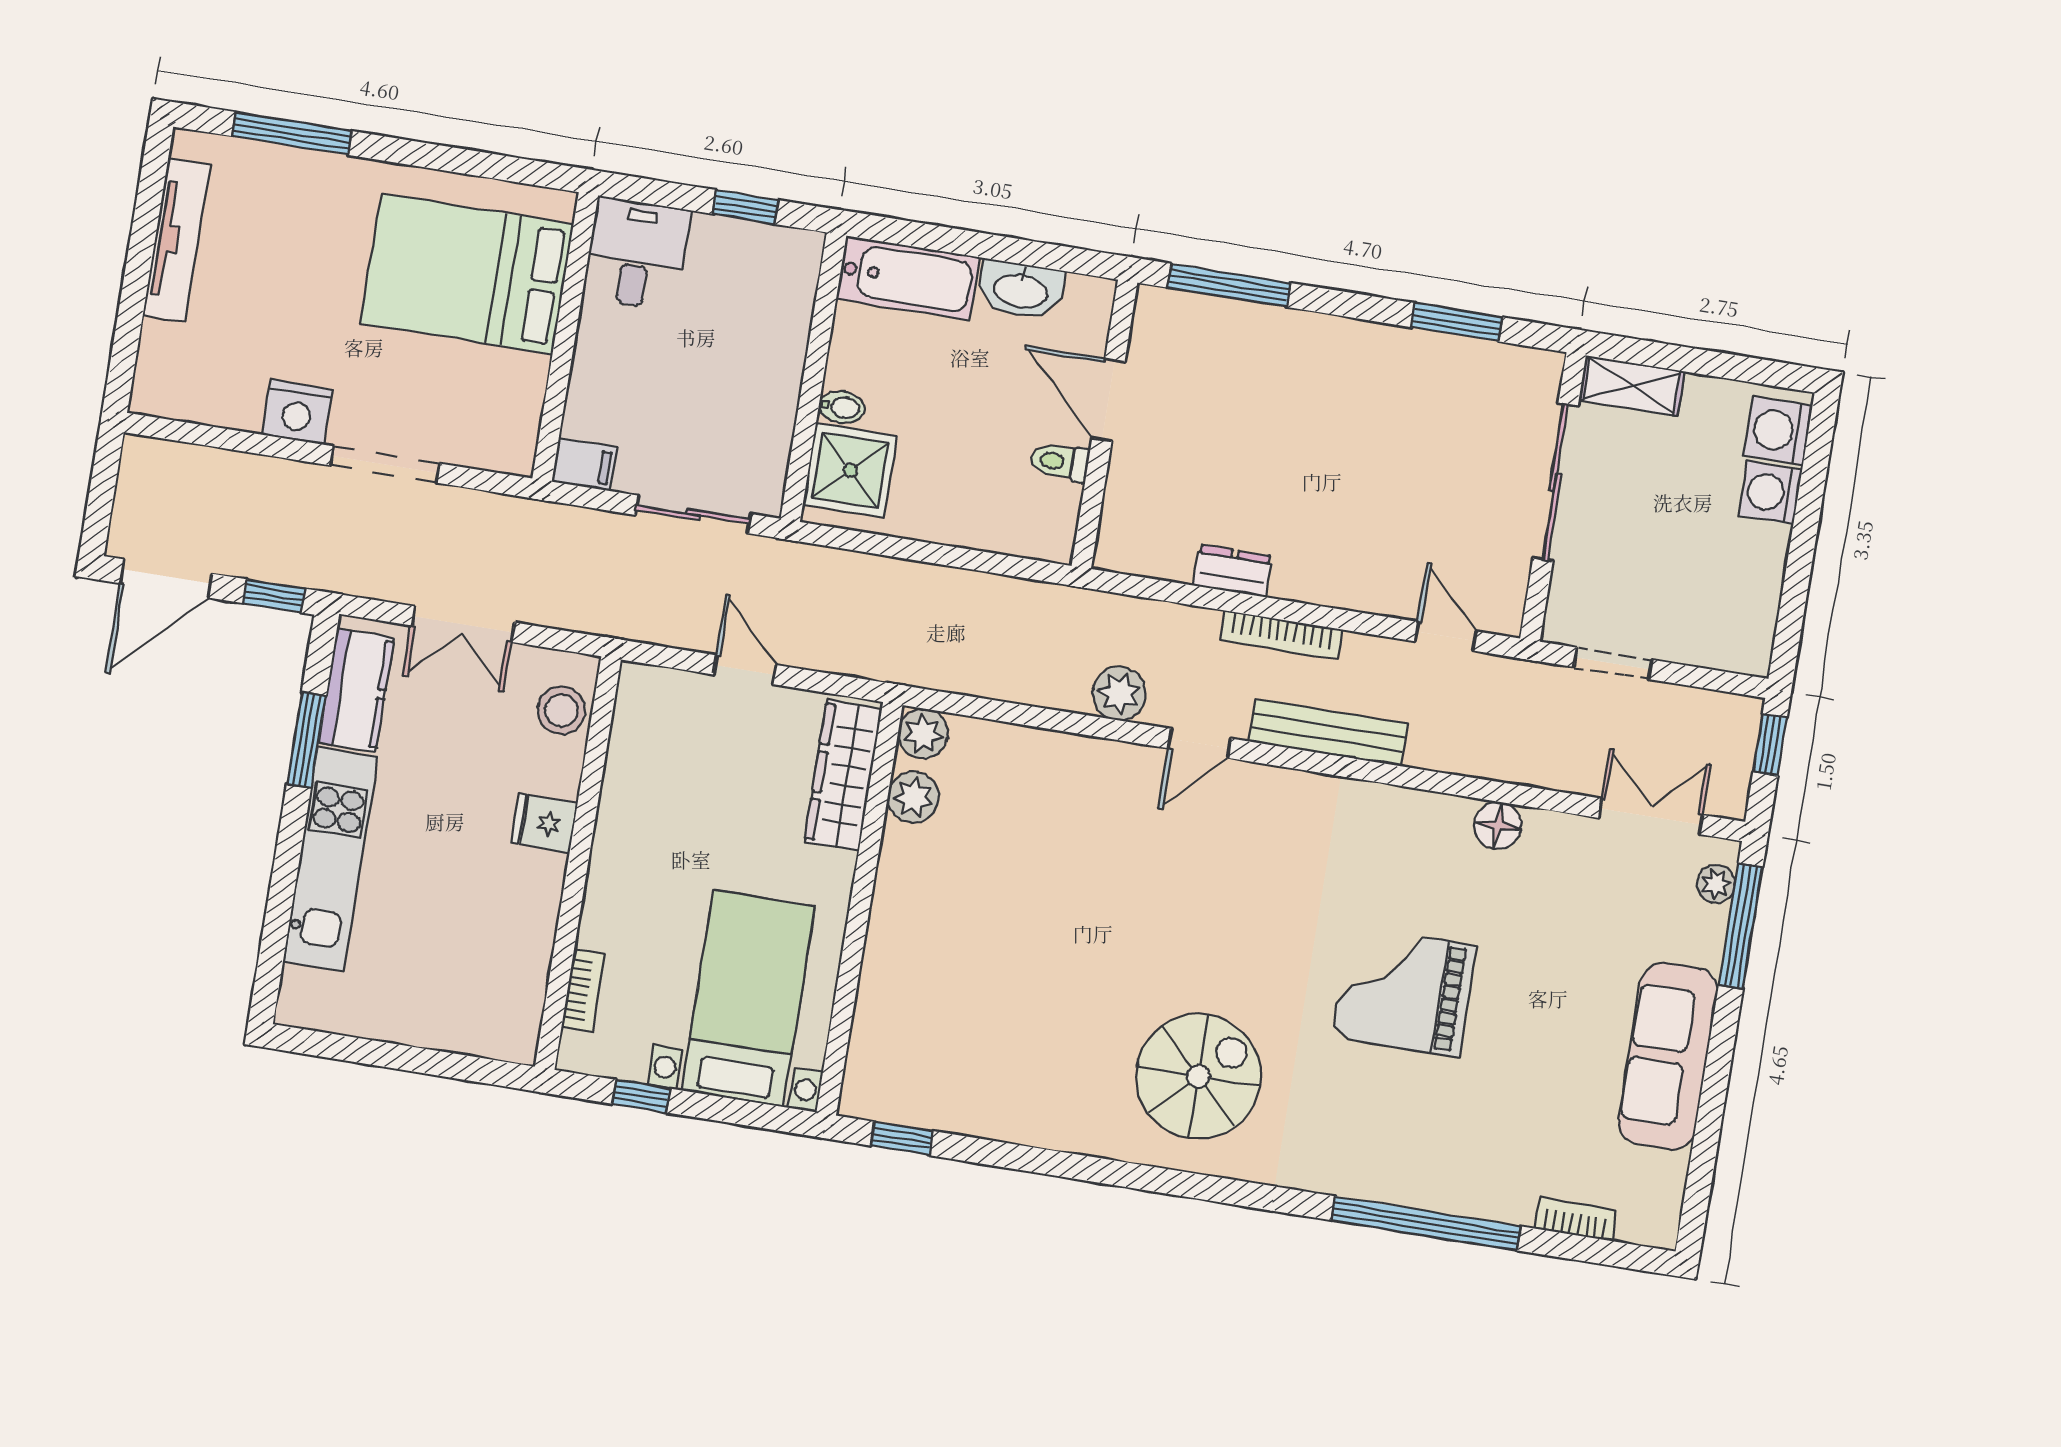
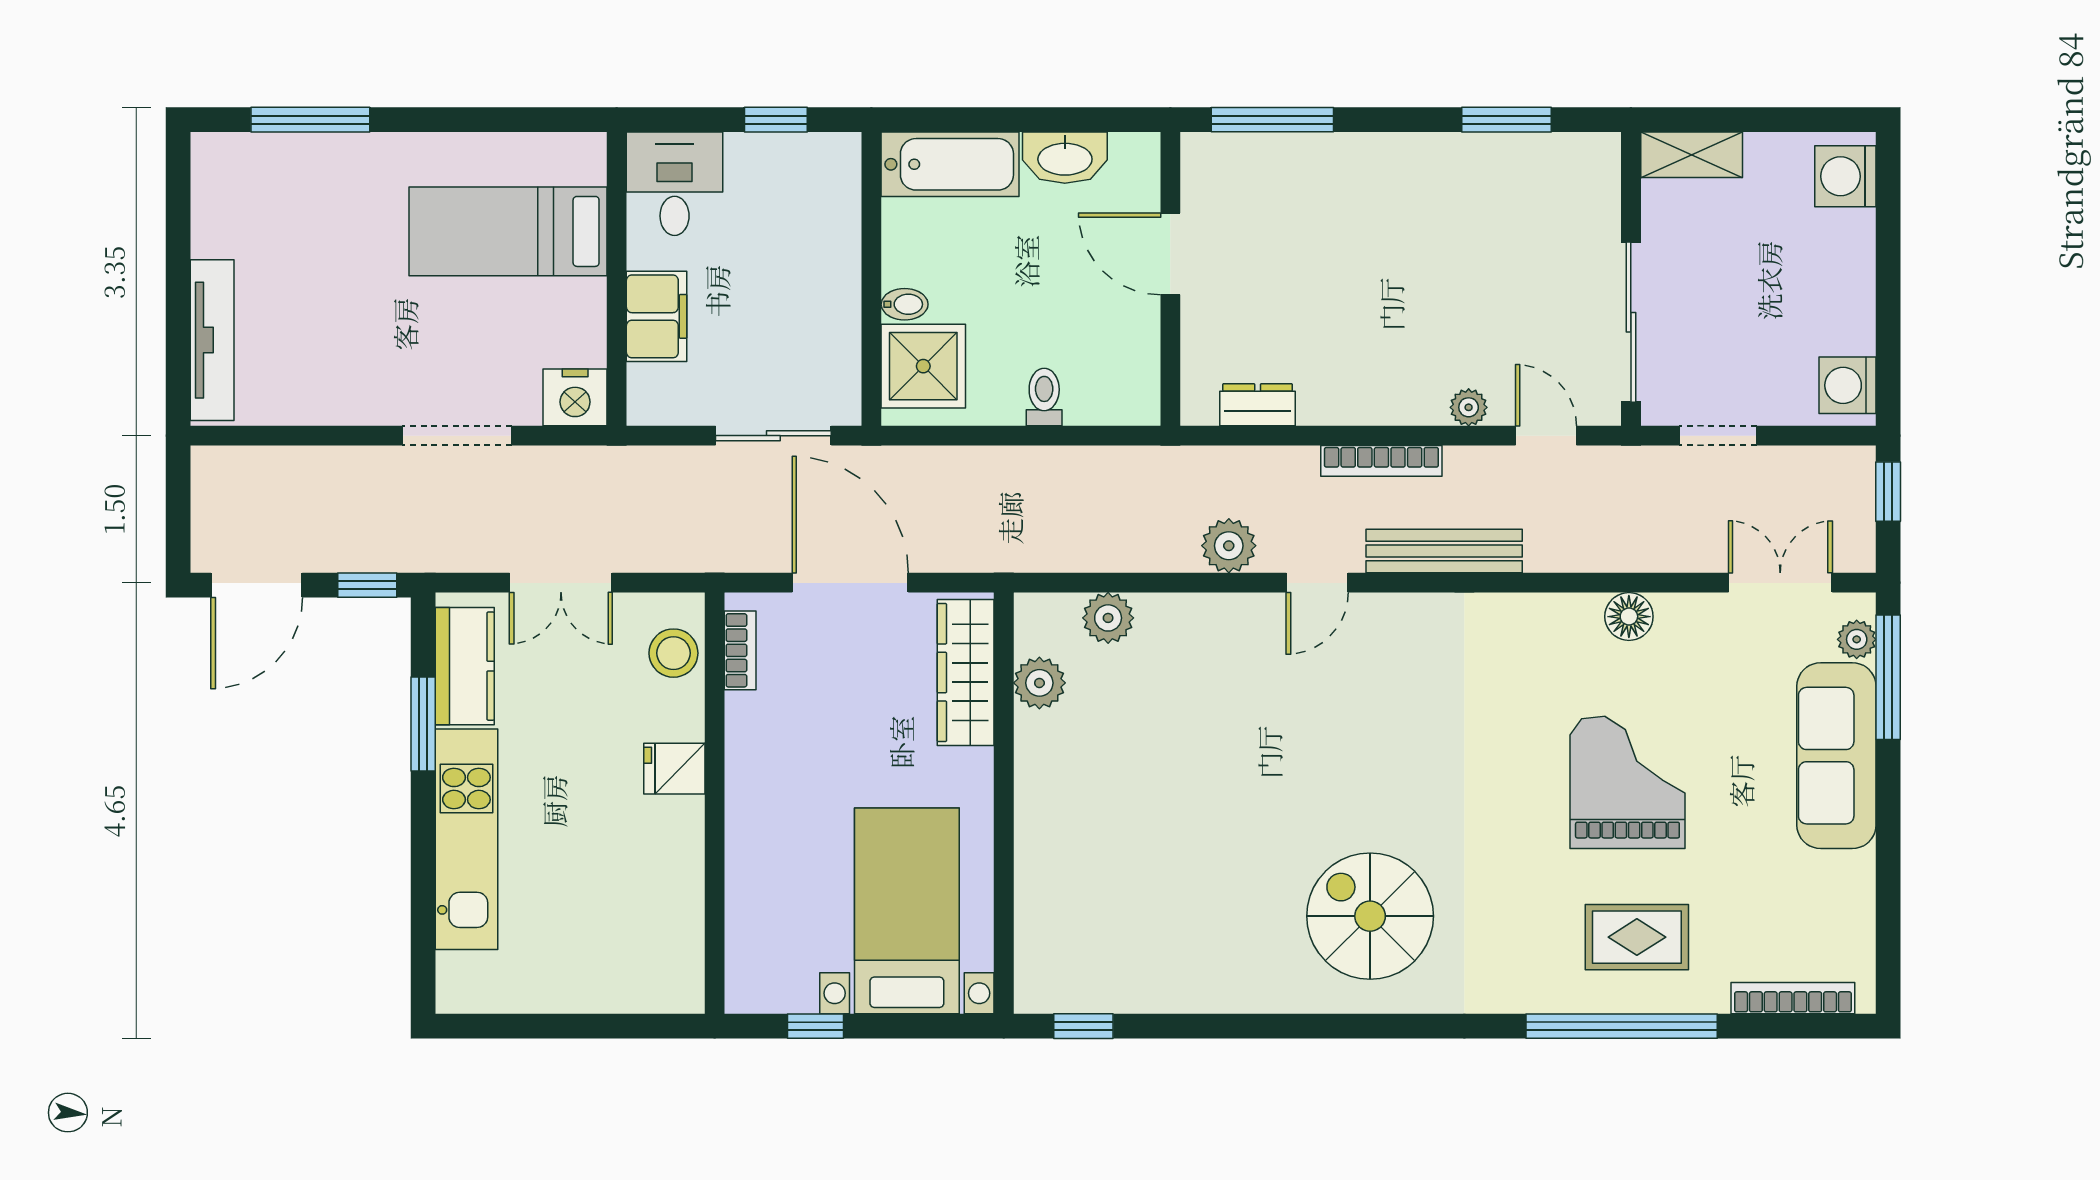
tv unit: (177, 240) -> (212, 340), moved
bed: (467, 274) -> (508, 231), width x0.67
nightstand: (297, 412) -> (575, 397), moved
toilet: (1060, 462) -> (1044, 397), moved, turned 90
filing cabinet: (584, 464) -> (657, 316), moved, width x2.00
sliding door: (1555, 482) -> (1631, 322), moved
washing machine: (1770, 492) -> (1848, 385), moved
dresser: (1233, 571) -> (1258, 405), moved
plant: (1375, 596) -> (1469, 407), added
door: (745, 670) -> (850, 583), width x1.88
plant: (923, 734) -> (1108, 618), moved
bookcase: (583, 990) -> (740, 650), moved
grand piano: (1404, 991) -> (1627, 782), moved, turned 90
sofa: (1668, 1056) -> (1836, 756), moved
spiral stairs: (1198, 1076) -> (1370, 916), turned -90
rug: (1455, 1139) -> (1637, 937), added
bookcase: (1576, 1219) -> (1793, 998), width x1.56

